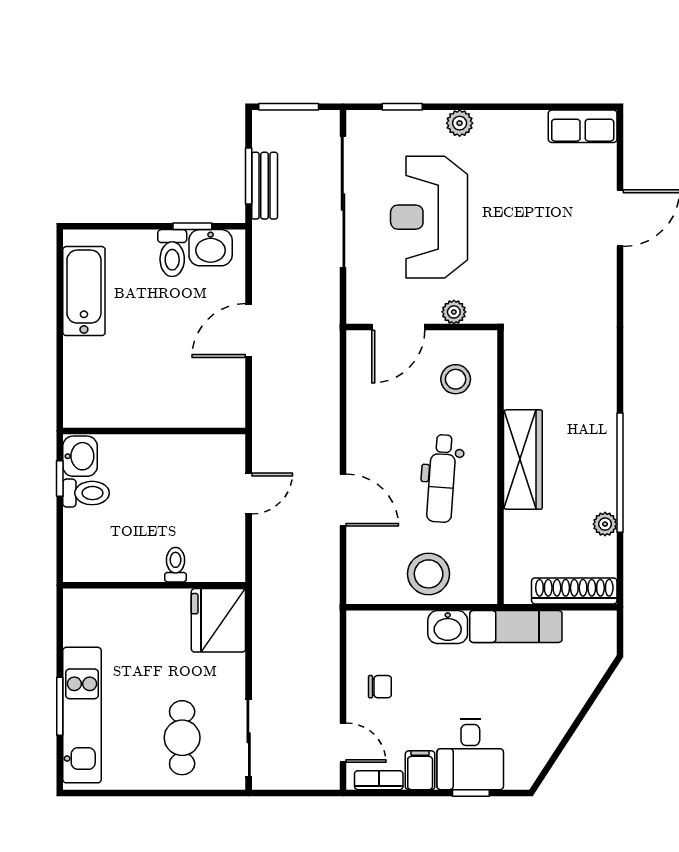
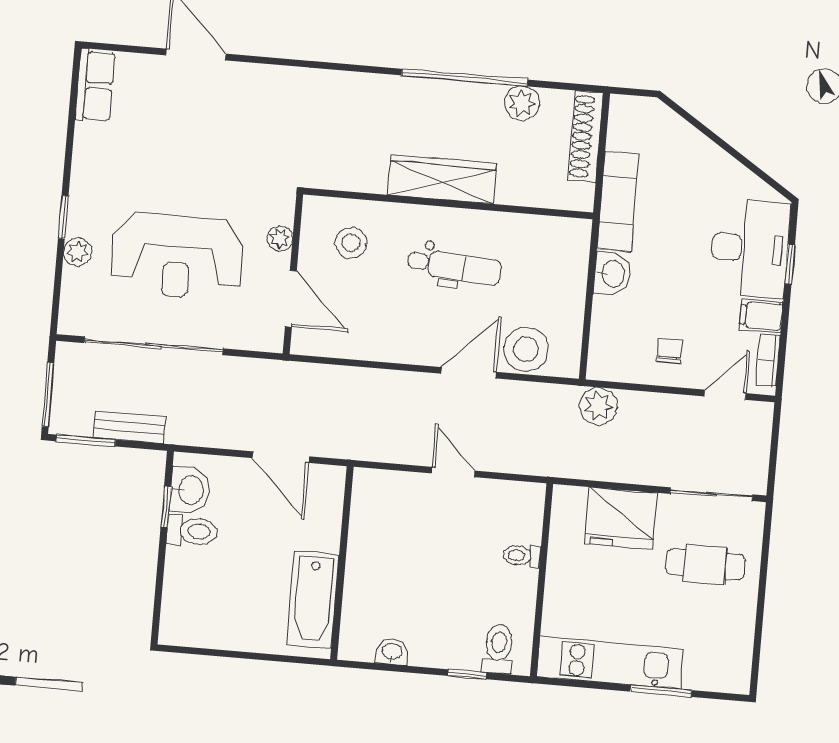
window: (402, 107) -> (63, 217), moved
plant: (460, 123) -> (78, 252), moved
window: (249, 176) -> (86, 440), moved
bathtub: (84, 291) -> (313, 600), moved, turned -90
wall: (154, 431) -> (342, 563), moved
washbasin: (80, 456) -> (392, 652), width x0.72, depth x0.69
window: (60, 478) -> (467, 674), moved
toilet: (86, 493) -> (499, 649), moved
plant: (605, 524) -> (522, 103), width x1.38, depth x1.38
stool: (429, 574) -> (526, 349), moved
fridge: (218, 620) -> (621, 518), moved
plant: (322, 625) -> (598, 406), added
kitchen unit: (82, 715) -> (610, 663), moved
desk: (470, 754) -> (750, 248), width x1.37

